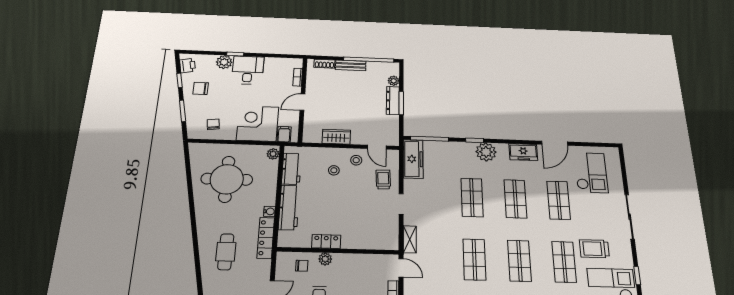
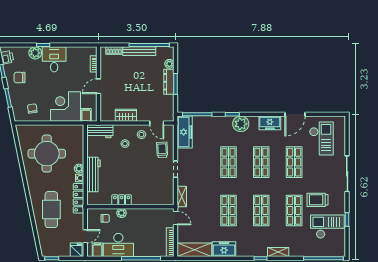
bench: (351, 65) -> (139, 51), width x1.36
plant: (273, 154) -> (79, 169), moved
workbench: (291, 169) -> (100, 131), moved, turned 90
cafe table: (226, 252) -> (51, 210), width x1.37, depth x1.35

